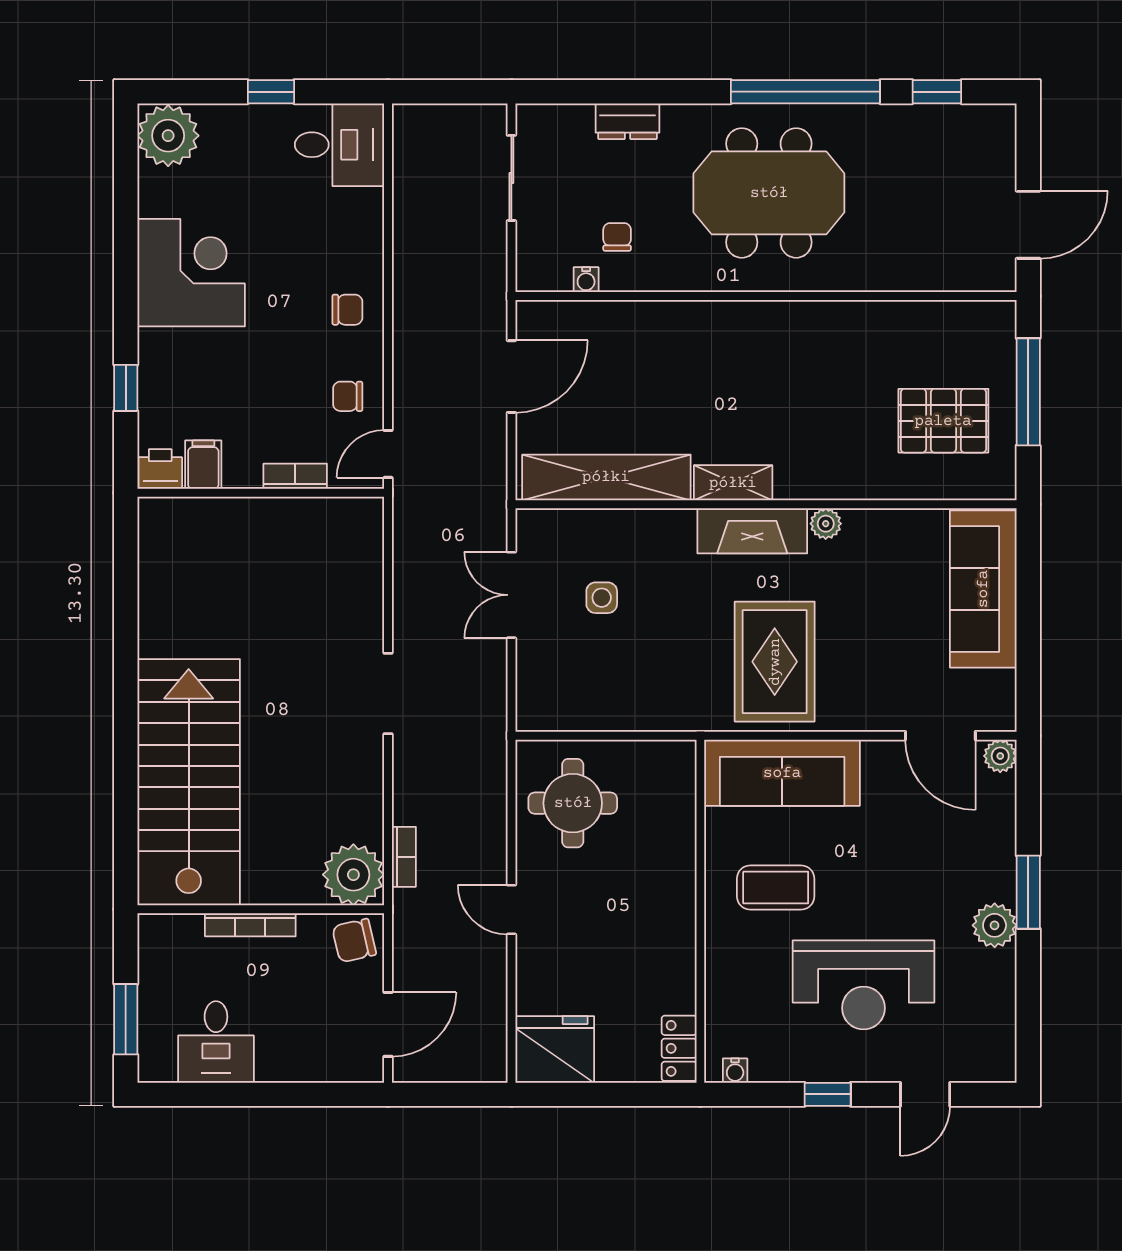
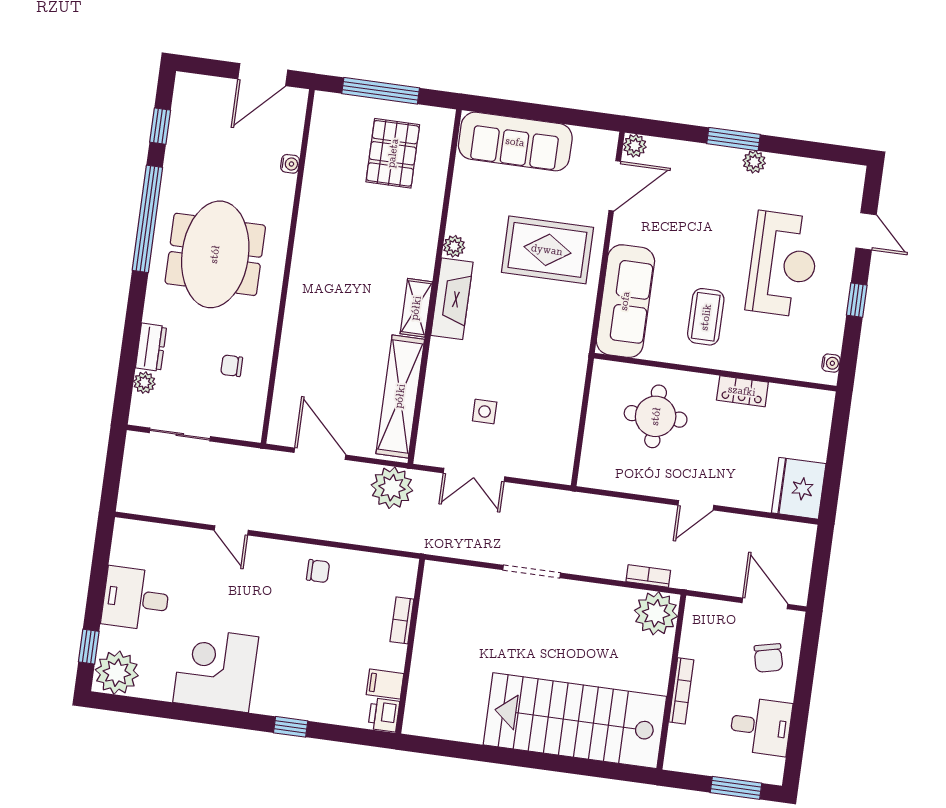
window: (271, 92) -> (89, 647), moved
plant: (577, 119) -> (144, 383), added
desk: (339, 145) -> (136, 599), moved, turned -90
door: (1028, 225) -> (263, 75), swing flipped
water cooler: (586, 280) -> (290, 164), moved
chair: (347, 310) -> (257, 563), removed
chair: (348, 396) -> (318, 571), turned -90
door: (388, 454) -> (231, 530), moved
filing cabinet: (203, 465) -> (385, 684), moved
printer: (160, 469) -> (384, 715), moved
bookcase: (295, 476) -> (402, 620), moved
plant: (478, 483) -> (392, 488), added
wall: (261, 493) -> (410, 646), moved
rug: (775, 662) -> (547, 250), moved
round table: (573, 803) -> (656, 416), moved
plant: (995, 925) -> (754, 162), width x0.73, depth x0.73
chair: (354, 941) -> (768, 658), moved
locker: (679, 1048) -> (742, 391), moved

